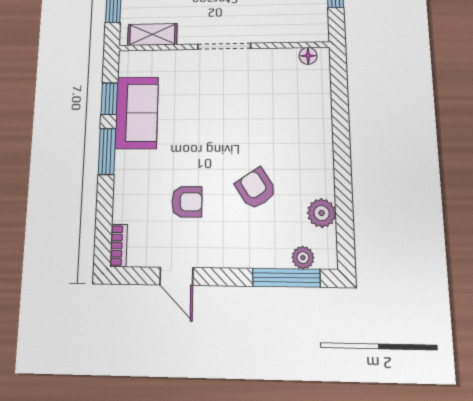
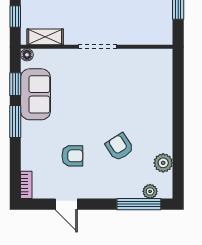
floor lamp: (308, 56) -> (27, 55), moved

